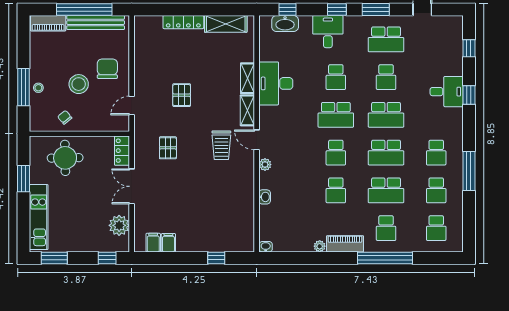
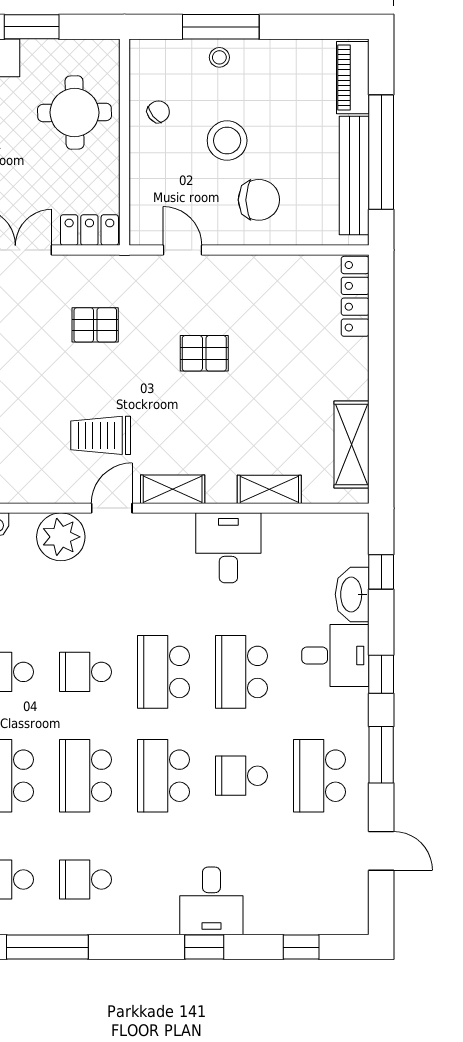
locker: (183, 22) -> (355, 296), moved
washbasin: (285, 24) -> (352, 594), moved
school desk: (336, 77) -> (241, 672), width x1.85
shelving: (247, 78) -> (269, 489), moved
desk: (276, 83) -> (228, 548), width x0.73
plant: (265, 165) -> (61, 537), width x1.88, depth x1.88

